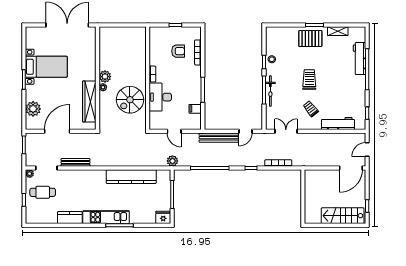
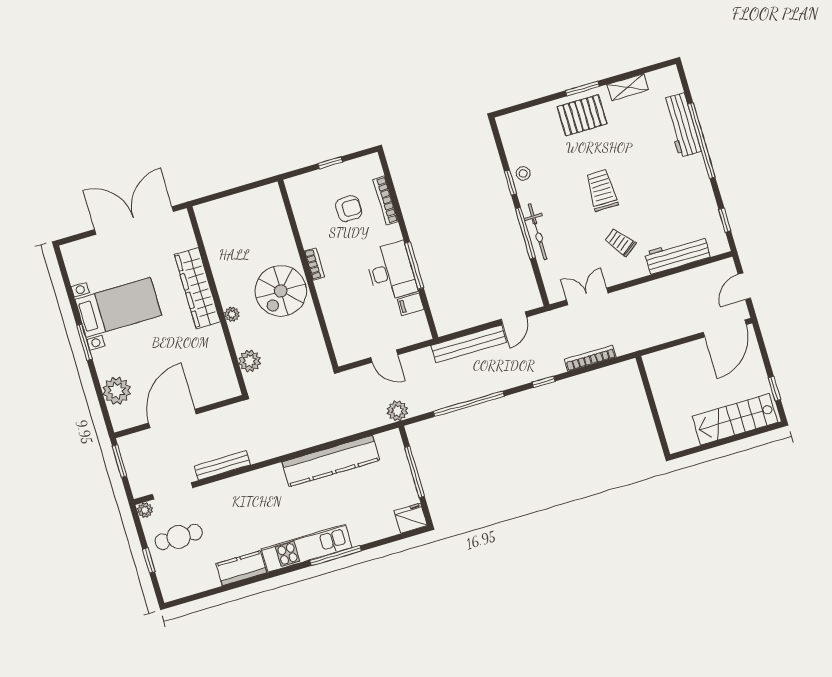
plant: (105, 77) -> (250, 361), moved
desk: (160, 97) -> (391, 272), moved, turned 180
spiral stairs: (130, 100) -> (281, 291), moved
wardrobe: (89, 101) -> (197, 288), moved

